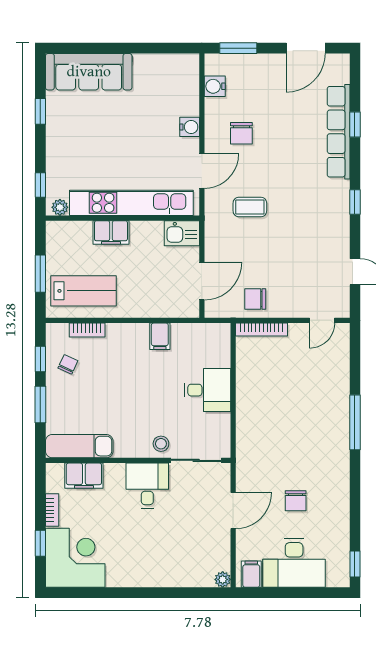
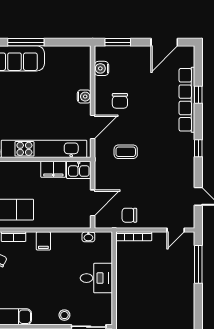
window: (105, 48) -> (26, 42), added
filing cabinet: (111, 232) -> (53, 169), moved
washbasin: (196, 330) -> (88, 237), added
filing cabinet: (160, 336) -> (43, 241), moved
window: (355, 422) -> (198, 264), moved

